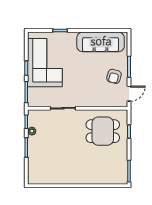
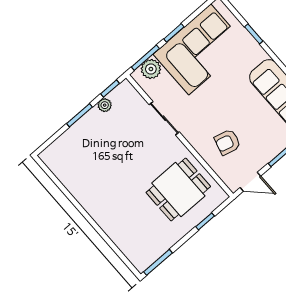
armchair: (114, 76) -> (227, 142), moved
plant: (34, 94) -> (151, 69), added
dining table: (103, 131) -> (178, 189), turned 90

